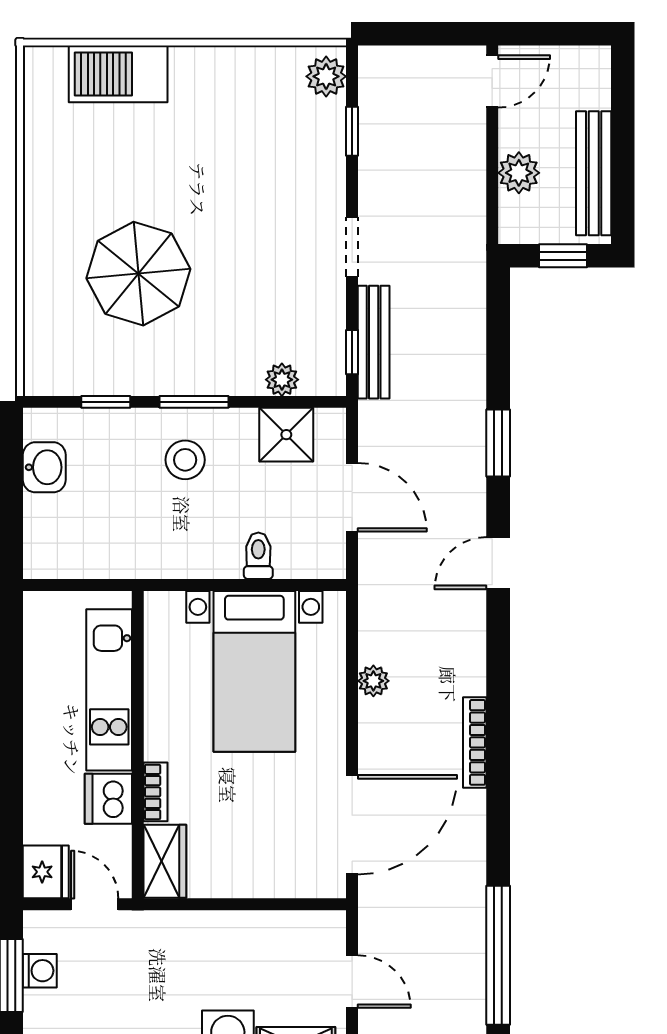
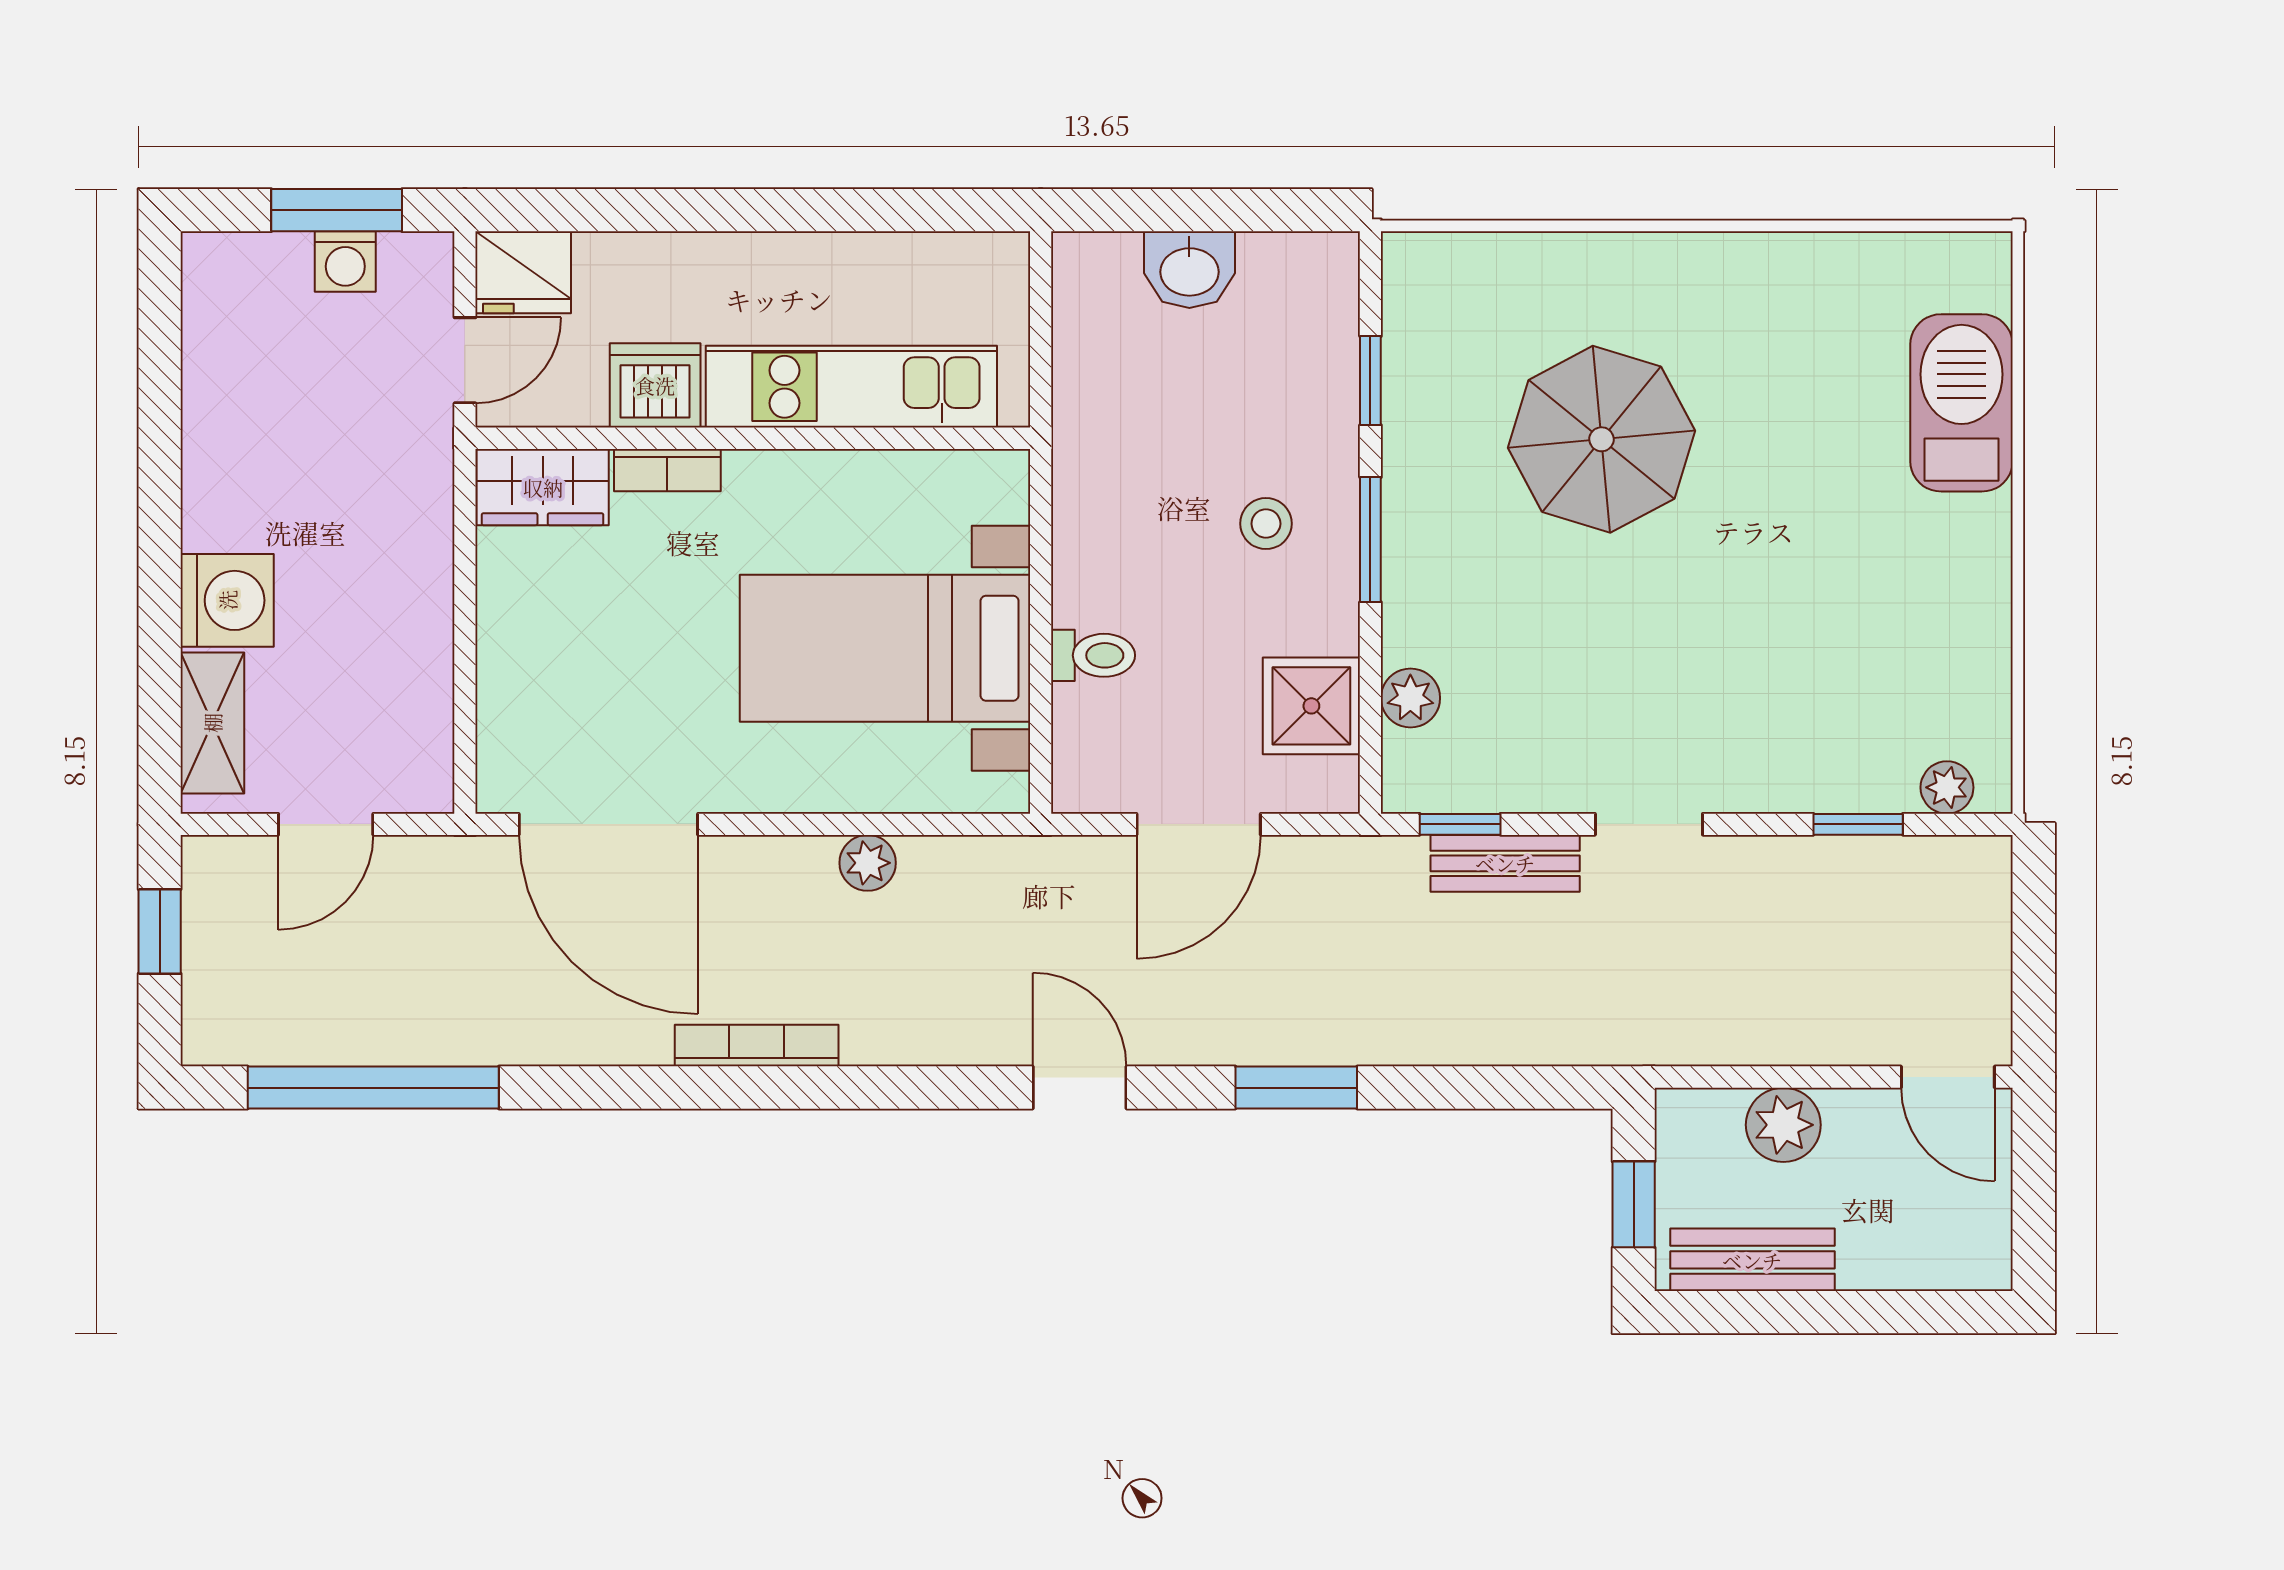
plant: (326, 76) -> (1947, 787), width x0.73, depth x0.73
bench: (594, 173) -> (1752, 1260), width x0.73
bench: (374, 342) -> (1505, 863), width x0.73
stool: (185, 460) -> (1266, 524), width x0.73, depth x0.73
washbasin: (44, 467) -> (1189, 270), moved

